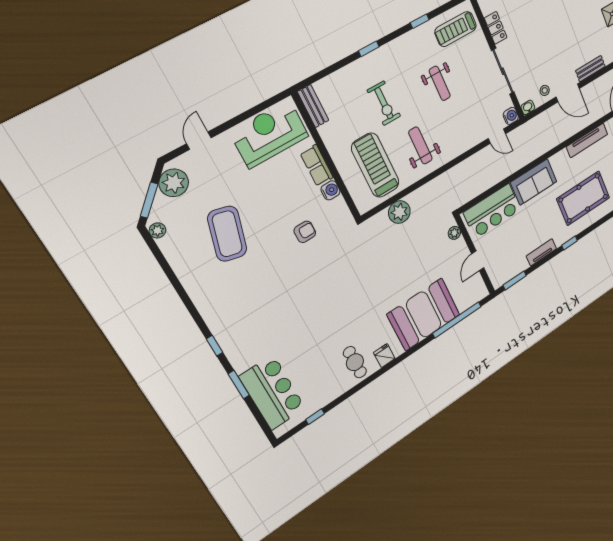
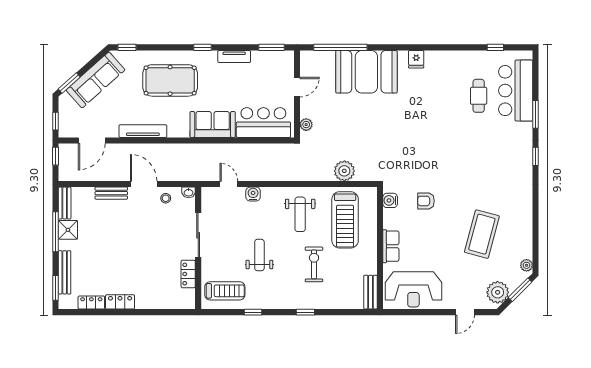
water cooler: (511, 116) -> (253, 194), moved, turned 90
water cooler: (330, 190) -> (390, 200), moved
cafe table: (355, 362) -> (479, 96), moved

